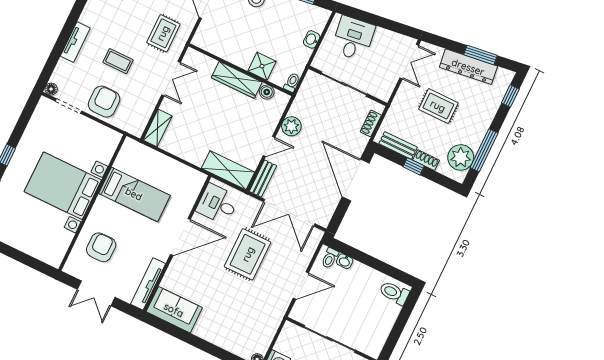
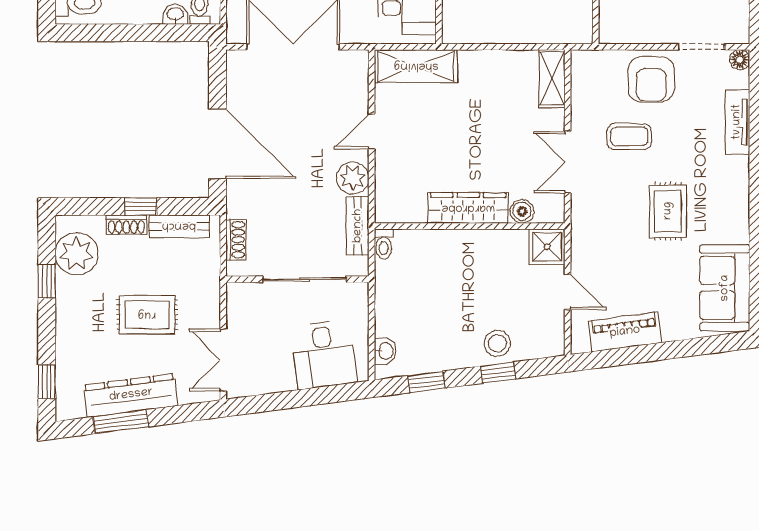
rug: (163, 33) -> (668, 211), moved
washbasin: (312, 39) -> (385, 351), moved
tv unit: (75, 42) -> (737, 122), moved
coffee table: (118, 61) -> (629, 137), moved
shower: (262, 66) -> (547, 247), moved
boiler: (267, 92) -> (522, 211), moved
window: (484, 150) -> (47, 281), width x0.46
bench: (263, 179) -> (358, 226), moved

